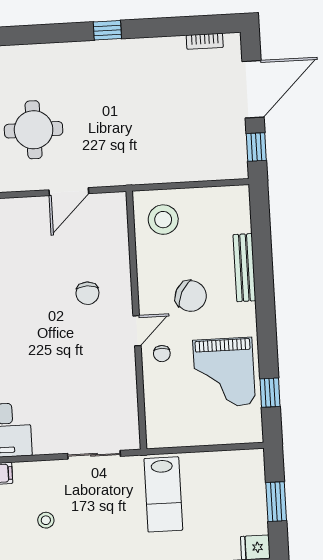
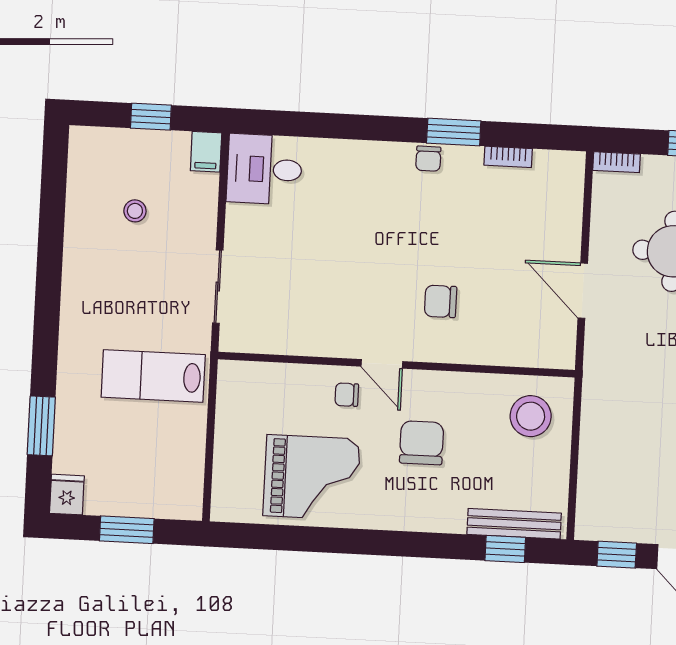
bench: (244, 268) -> (514, 524), moved
chair: (191, 296) -> (422, 443), turned 153
grand piano: (224, 373) -> (312, 477), turned 180
window: (270, 393) -> (505, 549), moved

